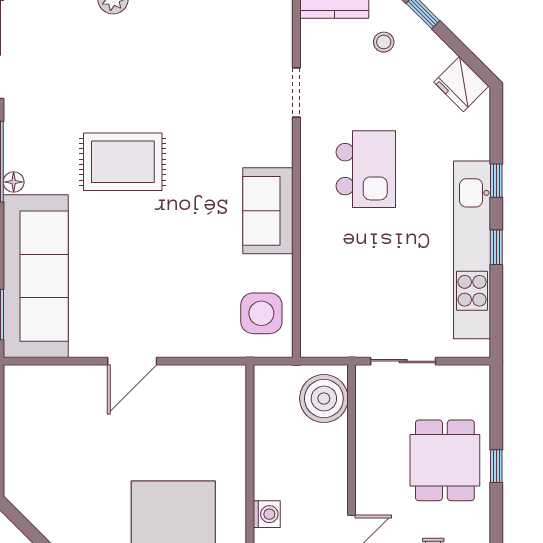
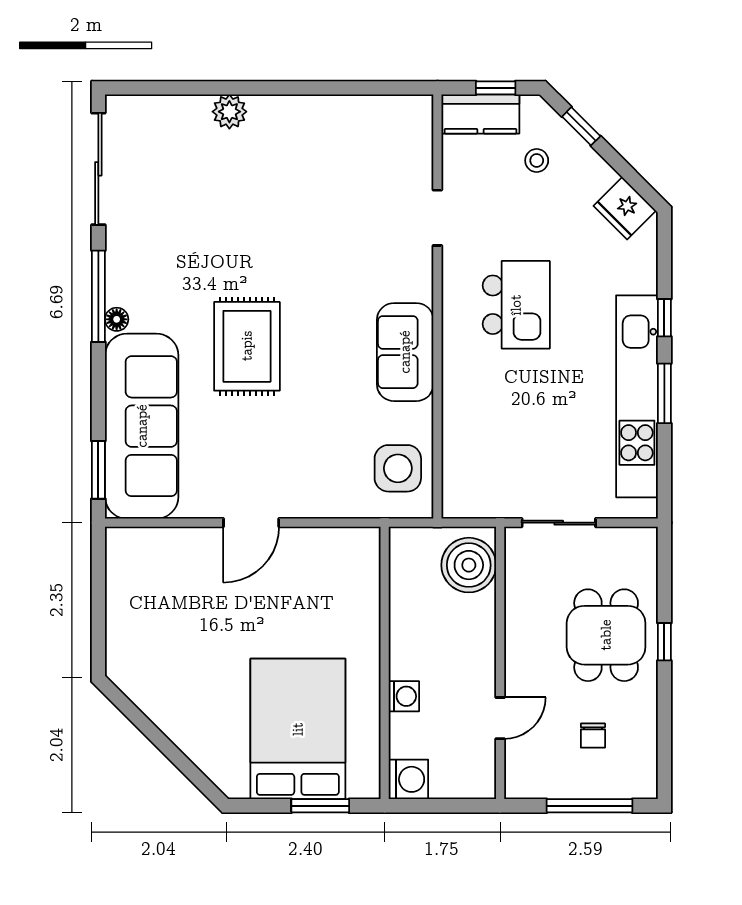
rug: (123, 162) -> (247, 346), moved, turned 90
window: (496, 247) -> (664, 393), width x1.50

